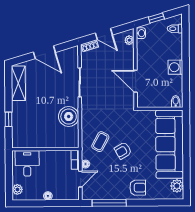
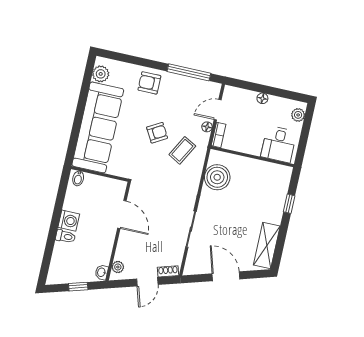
toilet: (175, 29) -> (66, 236), moved
door: (104, 34) -> (147, 282), swing flipped
boiler: (69, 116) -> (217, 177), moved

